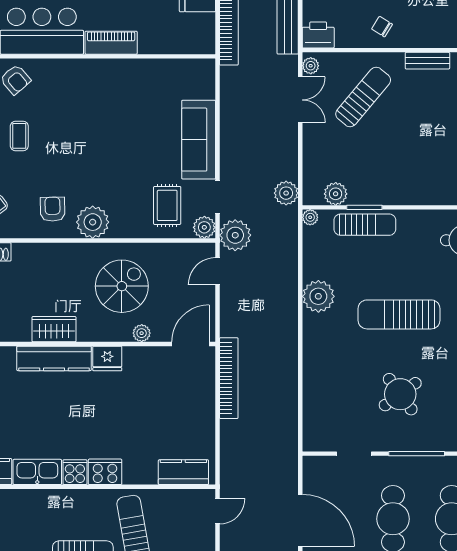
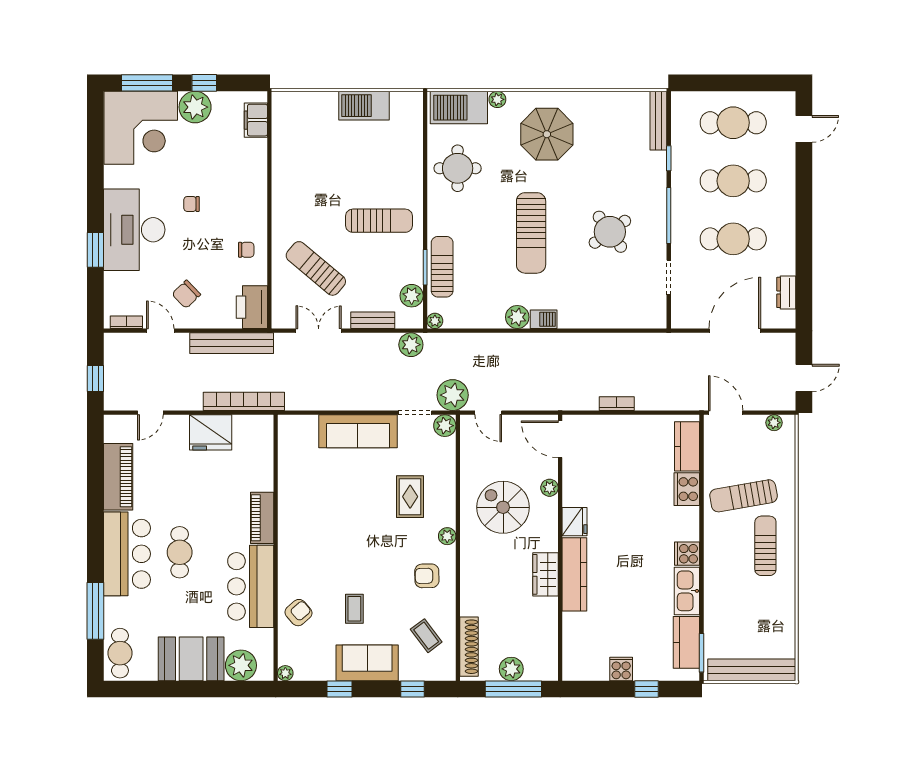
chair: (382, 27) -> (246, 250), turned -122
printer: (318, 35) -> (252, 307), width x1.37, depth x1.19
bench: (427, 61) -> (373, 320), moved, turned 90
plant: (311, 66) -> (285, 320), removed
coffee table: (19, 136) -> (354, 609), turned 90
sun lounger: (411, 161) -> (379, 221), added
rug: (167, 205) -> (410, 497), moved, turned 90
plant: (93, 222) -> (447, 536), width x0.53, depth x0.53
plant: (318, 296) -> (517, 317), width x0.73, depth x0.73
barbecue: (312, 327) -> (544, 319), added
bookcase: (229, 378) -> (617, 404), width x0.43, depth x0.76
cooker: (105, 472) -> (687, 489), moved
door: (217, 511) -> (726, 413), width x1.37

